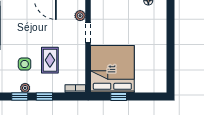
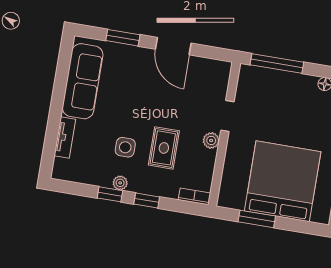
plant: (80, 16) -> (211, 140), moved
bed: (112, 69) -> (283, 181), moved
window: (119, 97) -> (257, 219), width x1.50

